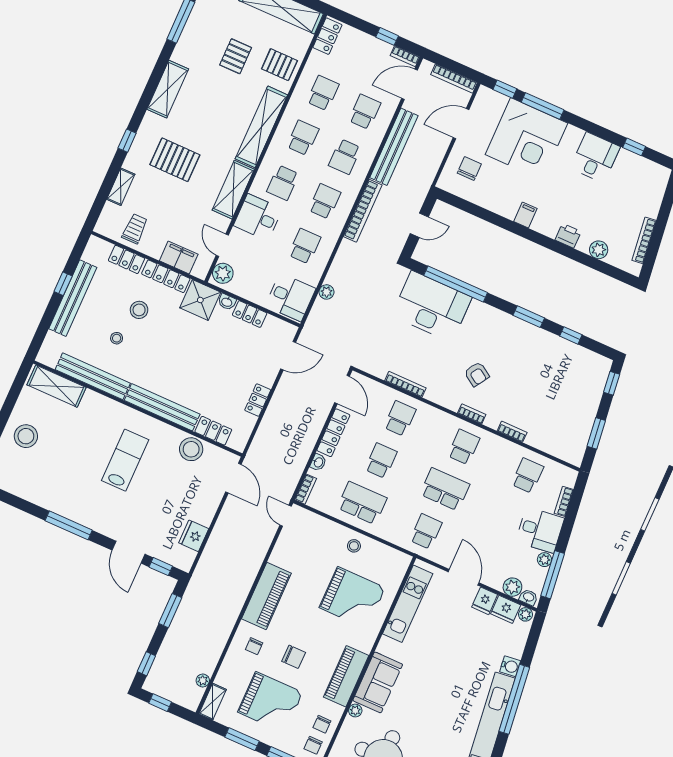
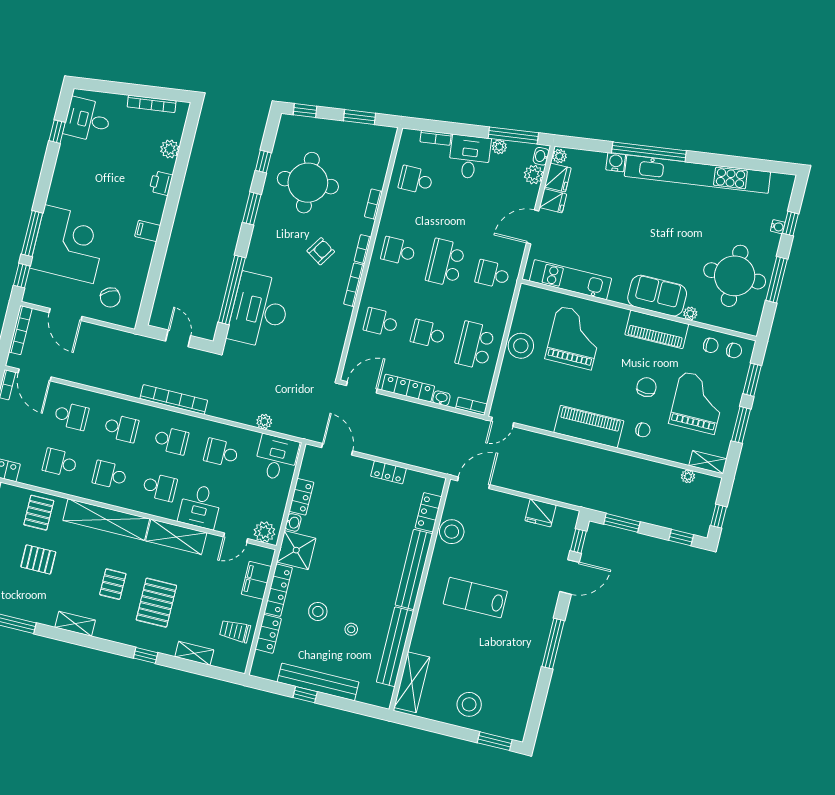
shelving: (168, 89) -> (75, 624), width x0.67, depth x0.75
school desk: (365, 112) -> (71, 416), turned 180
pallet: (200, 122) -> (113, 584), added
bench: (394, 147) -> (102, 379), removed
desk: (595, 157) -> (88, 120), moved
chair: (469, 169) -> (110, 297), turned -118
school desk: (325, 201) -> (171, 440), turned 180
round table: (543, 374) -> (308, 183), added
bookcase: (405, 384) -> (354, 285), moved
stool: (354, 546) -> (521, 346), width x1.89, depth x1.89

